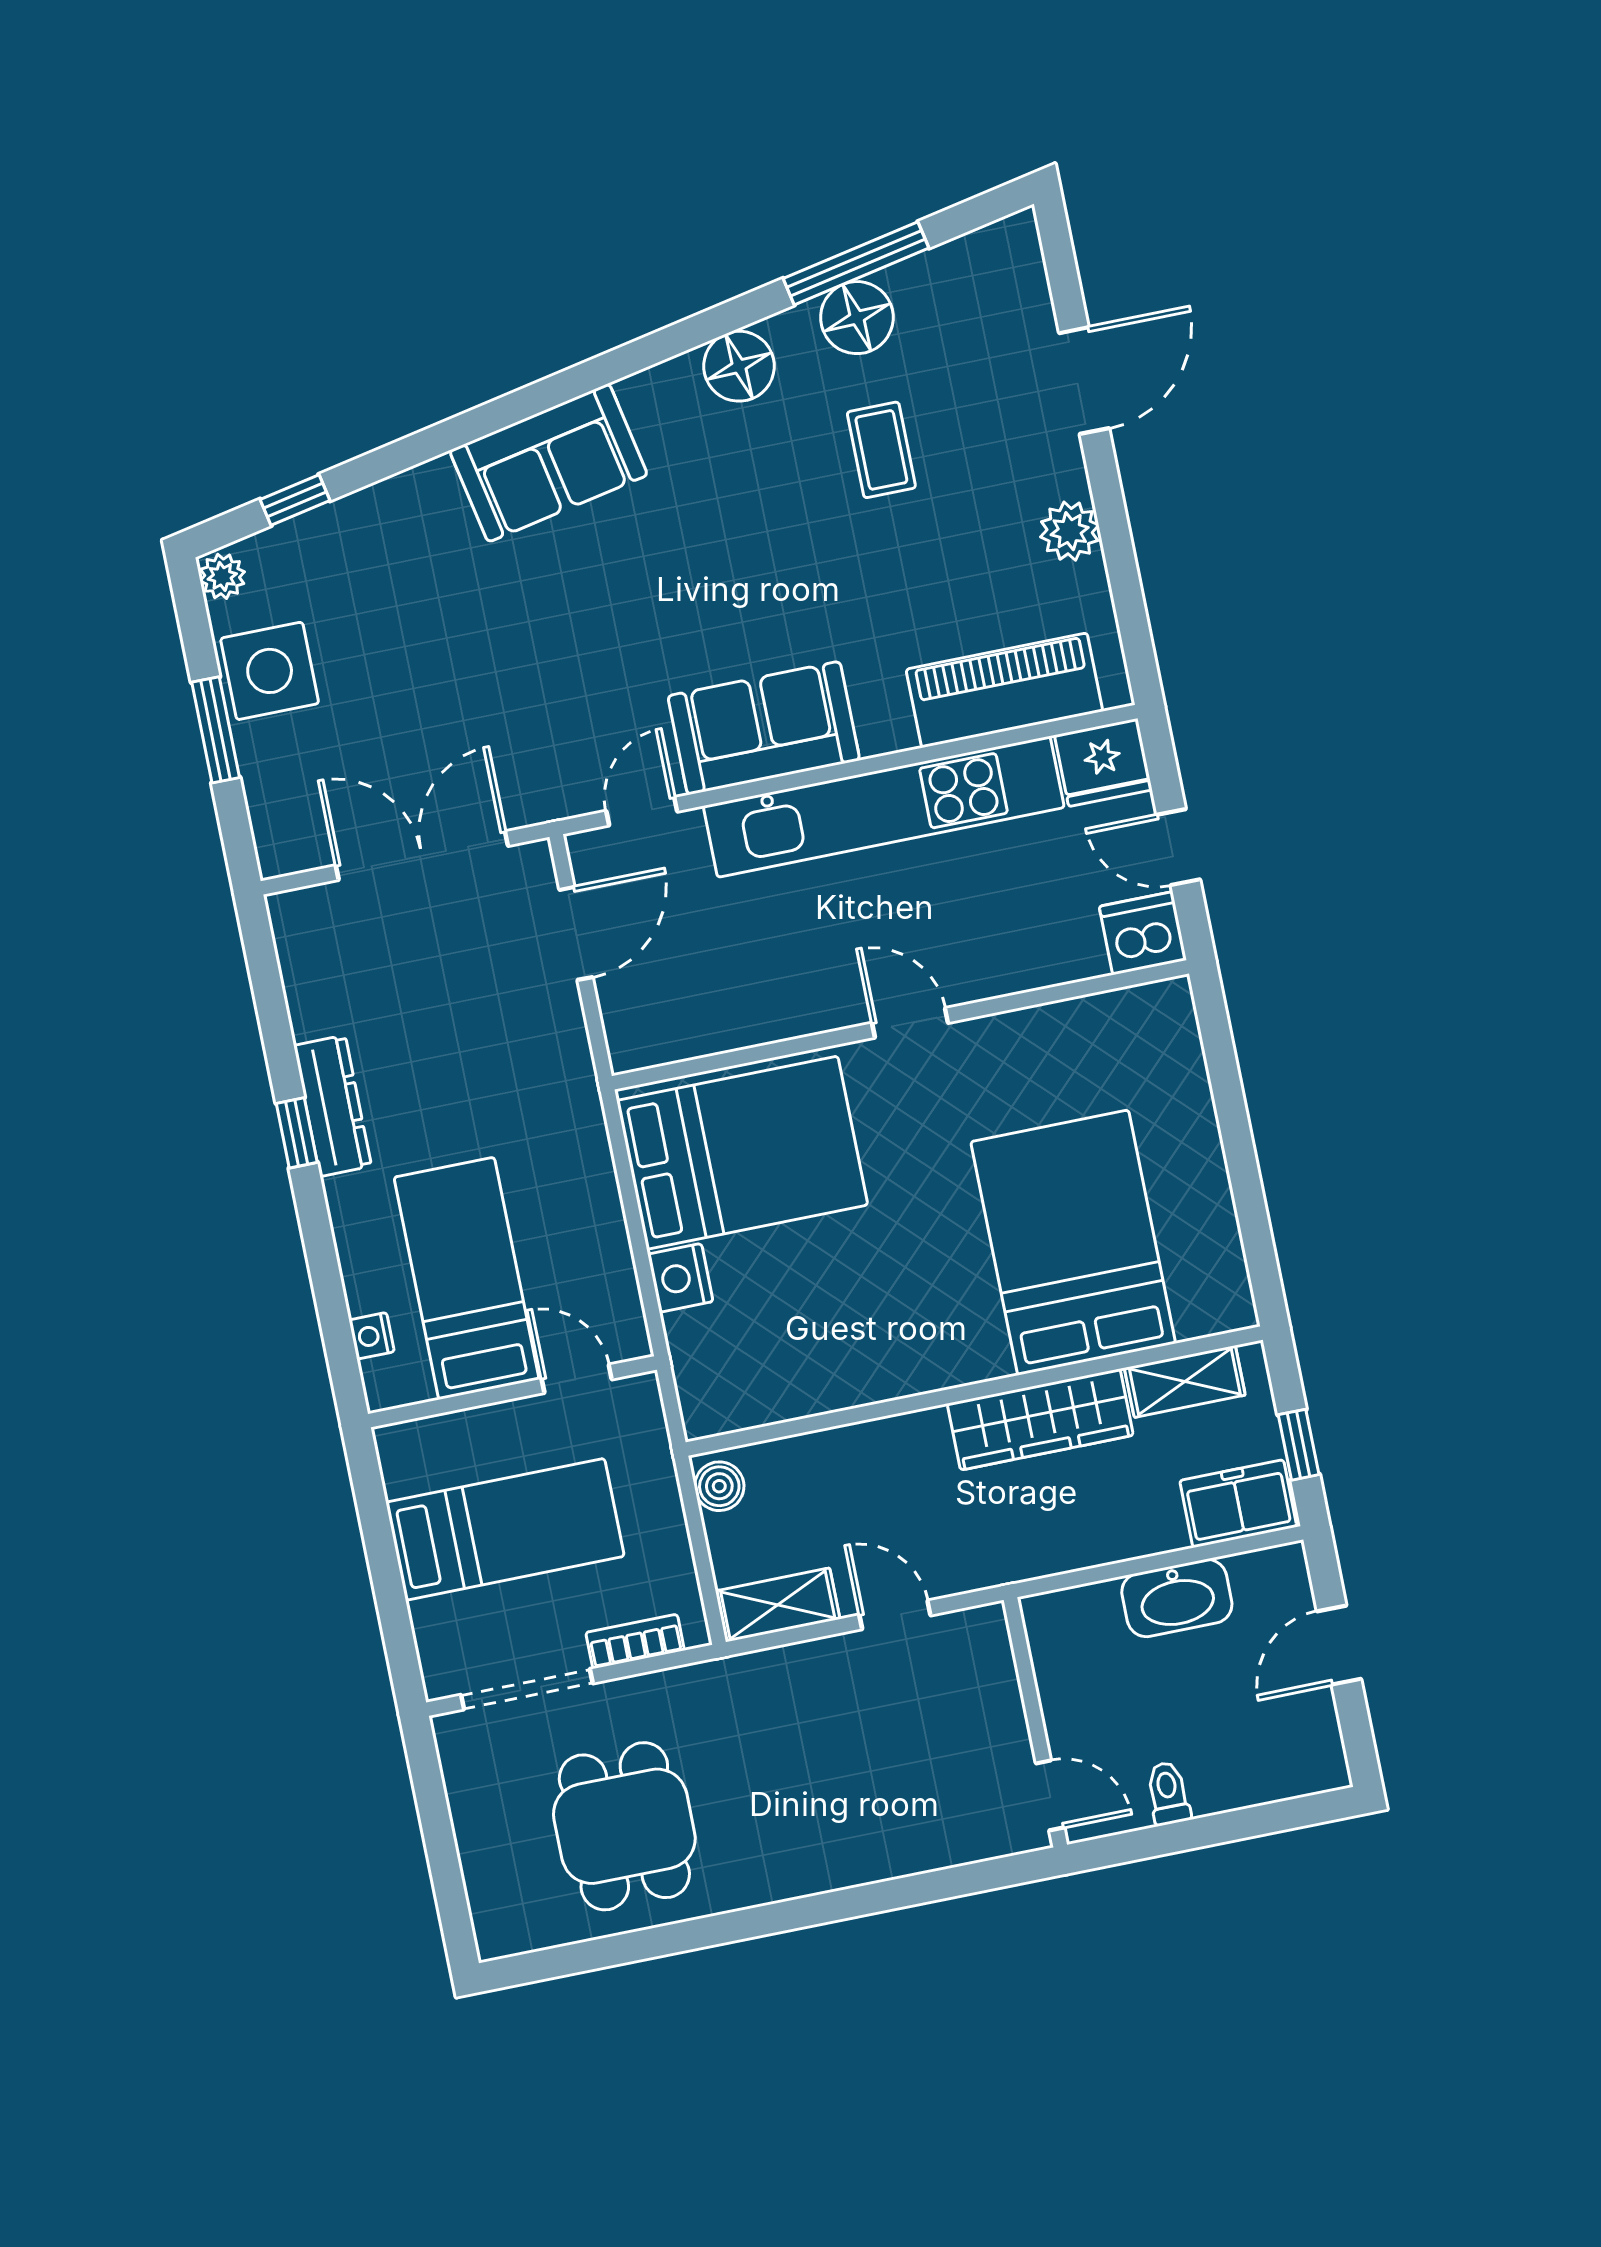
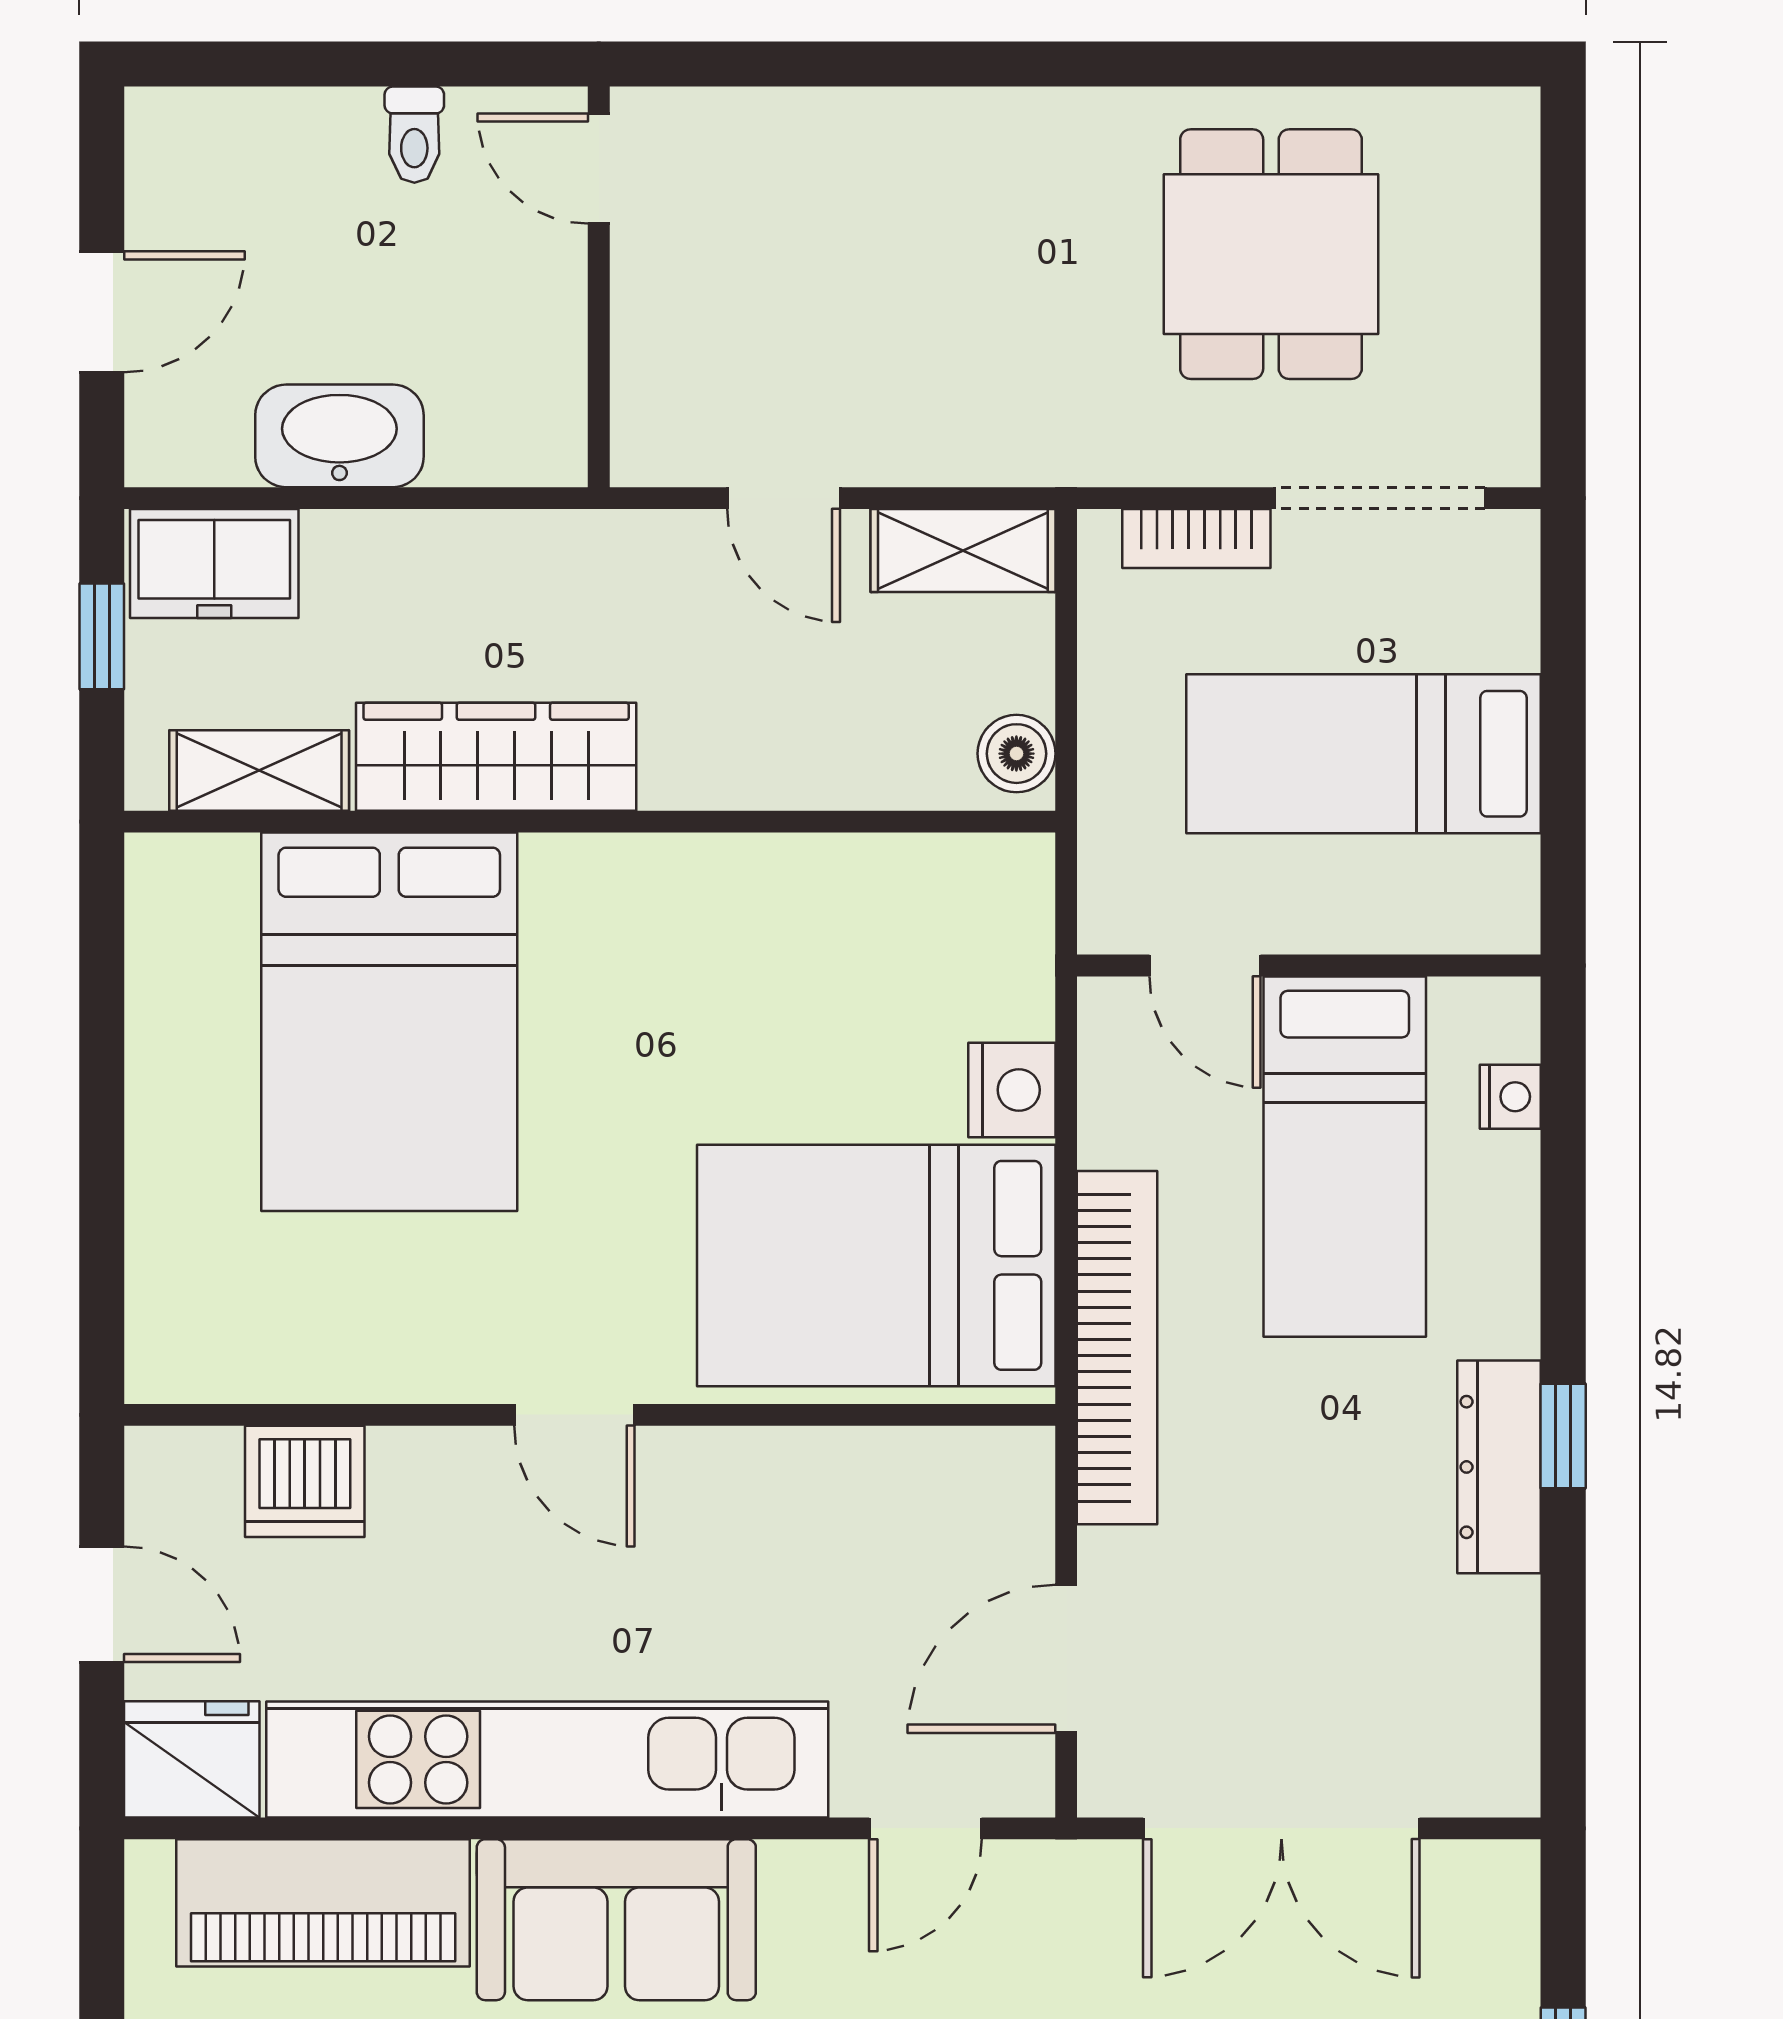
sofa: (764, 728) -> (616, 1920), moved
dishwasher: (1143, 933) -> (305, 1481), moved
bookcase: (583, 1132) -> (1117, 1348), added

